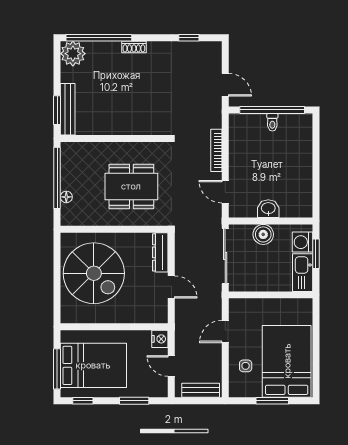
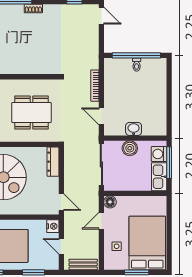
door: (225, 85) -> (101, 16), moved
window: (316, 254) -> (169, 163), width x1.44
door: (171, 287) -> (61, 202), moved
floor lamp: (237, 306) -> (110, 202), added

